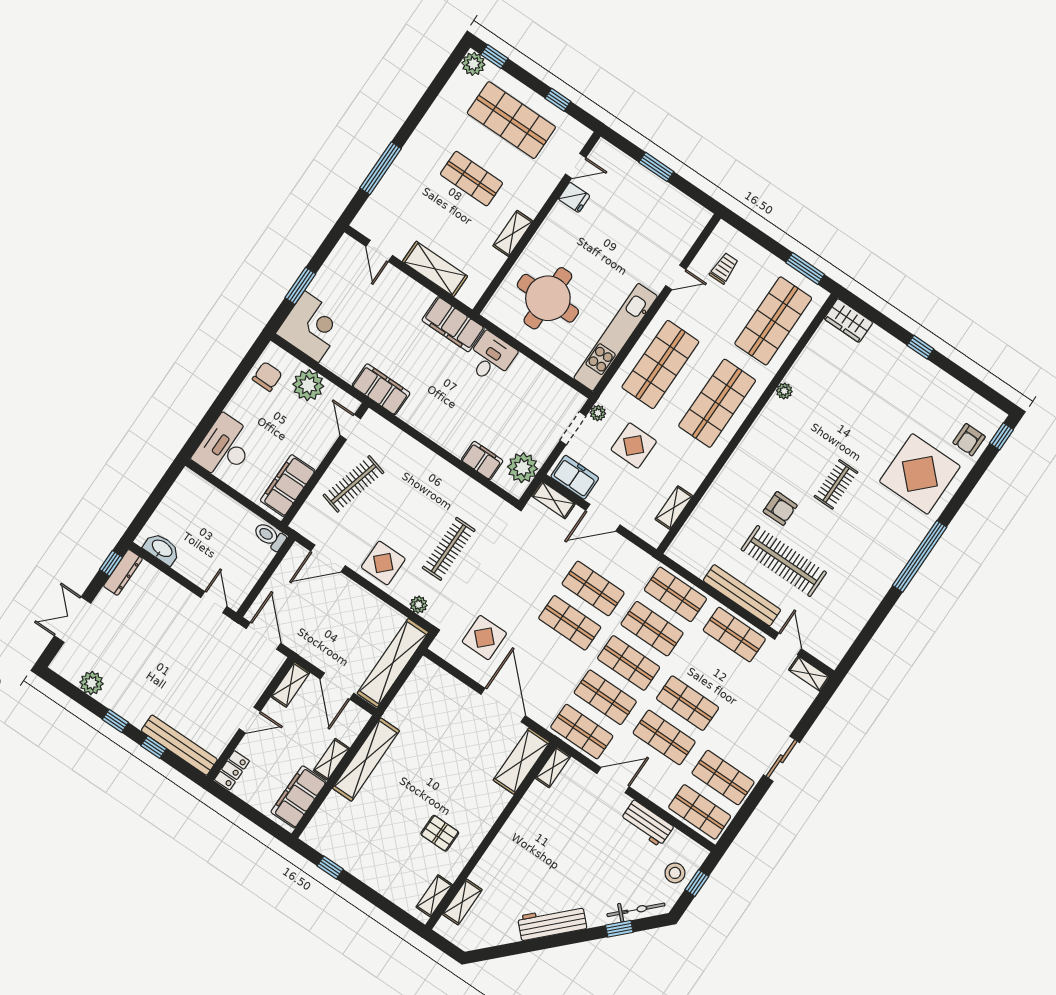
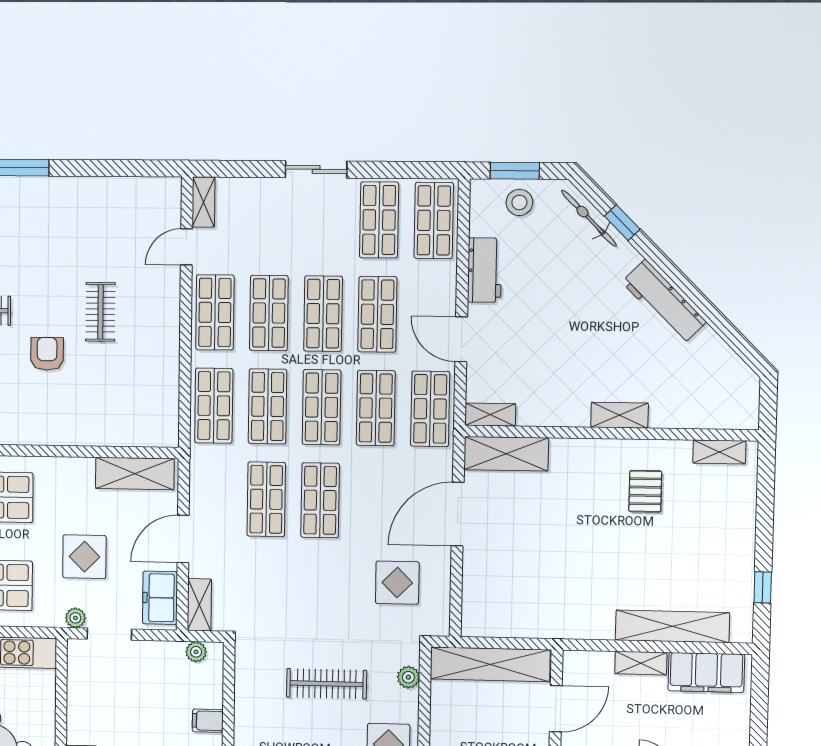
filing cabinet: (482, 460) -> (208, 721), width x0.50
plant: (523, 468) -> (196, 652), width x0.53, depth x0.53
shelving: (674, 508) -> (135, 474), width x1.50, depth x1.33
door: (603, 518) -> (183, 539), swing flipped
clothes rail: (784, 561) -> (100, 312), width x0.54, depth x0.76
bench: (742, 595) -> (167, 333), removed
shop shelf: (711, 669) -> (269, 313), added
shelving: (366, 760) -> (672, 626), moved
window: (697, 883) -> (515, 171), width x1.50
shelving: (462, 902) -> (619, 415), moved

